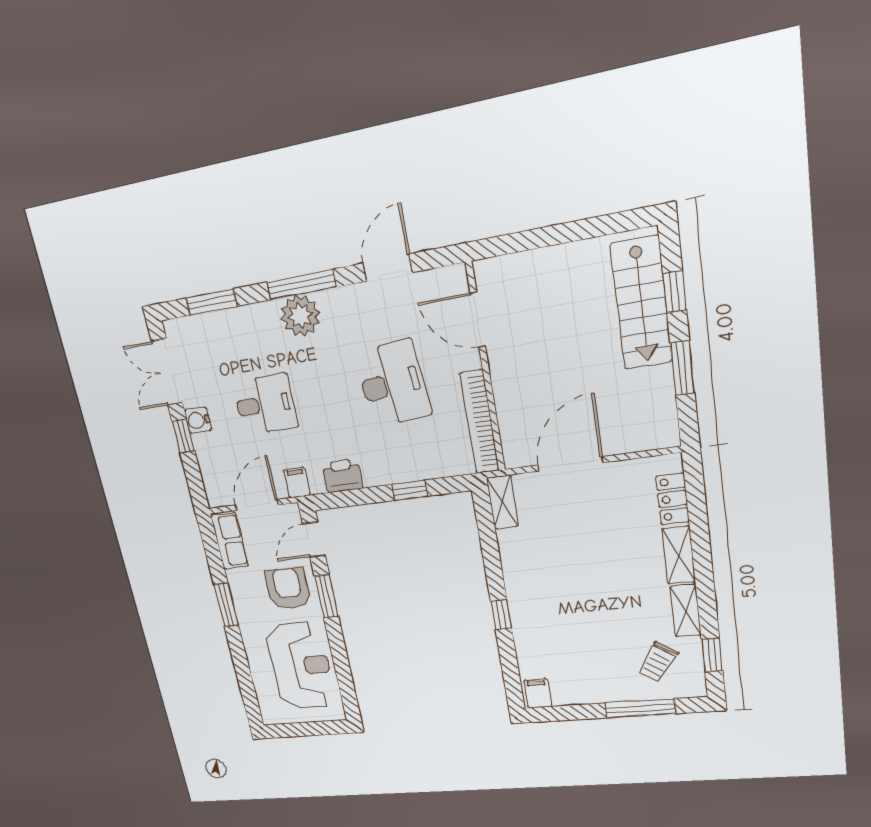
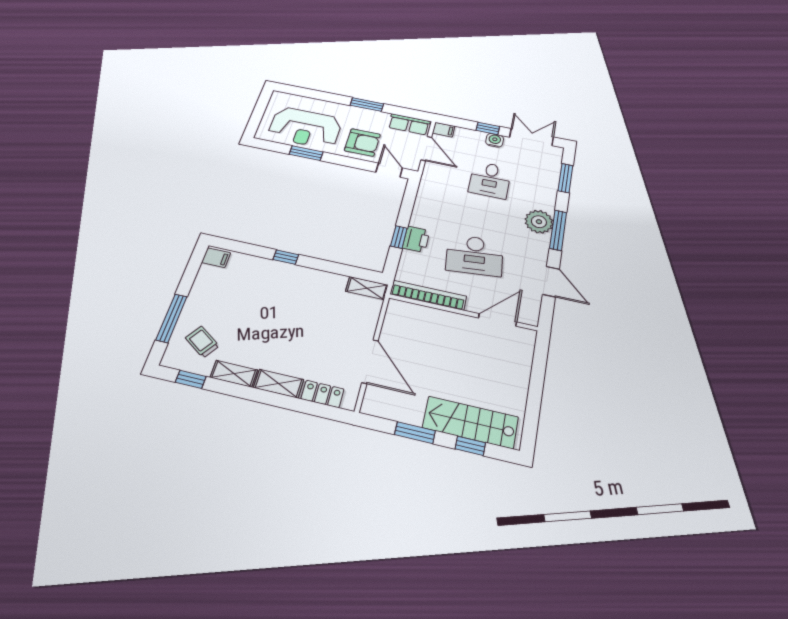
door: (570, 464) -> (370, 362), moved
printer: (343, 476) -> (416, 239), moved
filing cabinet: (297, 482) -> (444, 130), moved
window: (326, 596) -> (306, 153), moved

